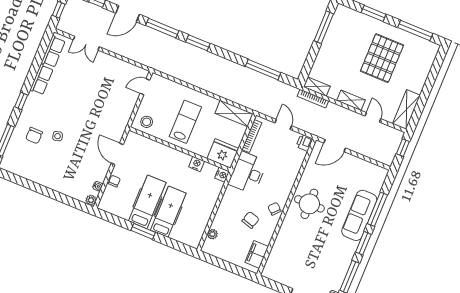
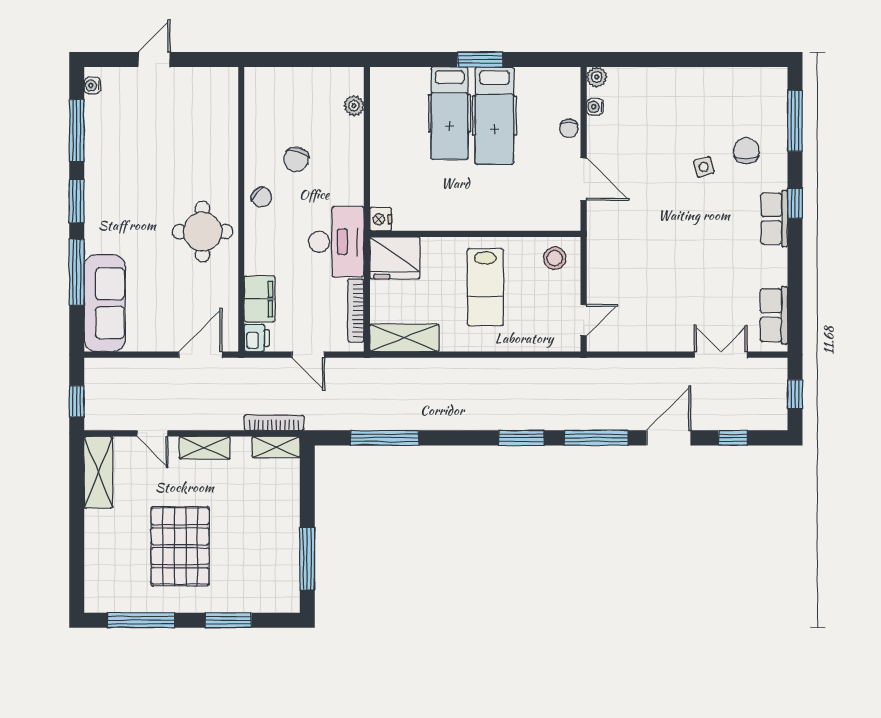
row of seats: (42, 79) -> (774, 219), moved
nightstand: (197, 164) -> (434, 220), removed
sofa: (359, 215) -> (105, 303), moved
filing cabinet: (257, 254) -> (260, 299), moved

